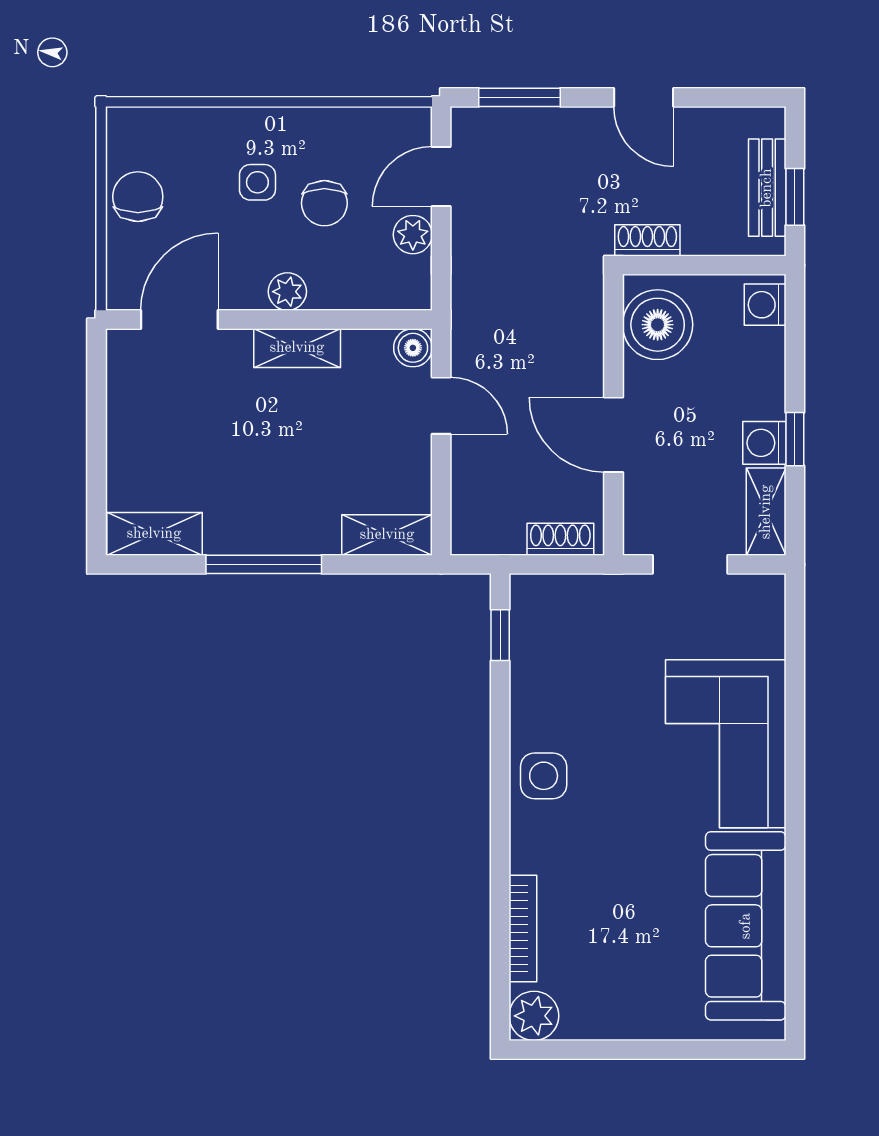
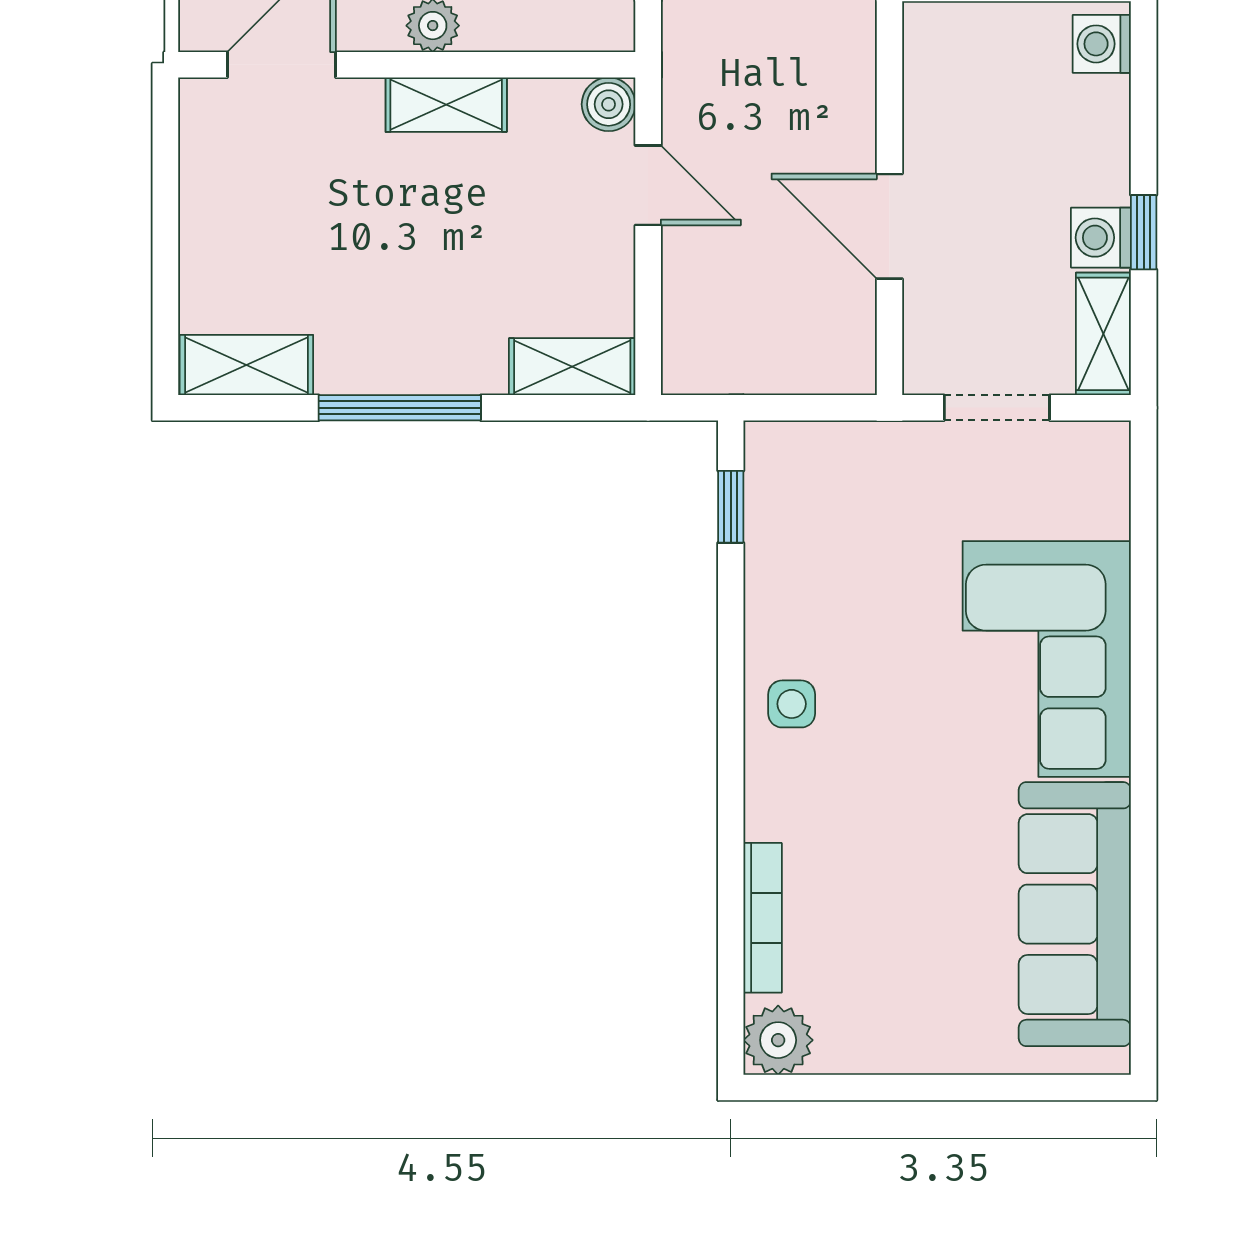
boiler: (658, 325) -> (951, 72), removed
shoe rack: (560, 539) -> (815, 372), removed
side table: (544, 776) -> (792, 704), width x0.73, depth x0.73

